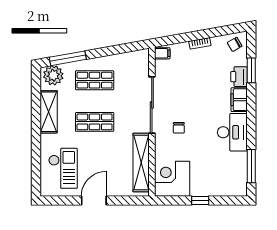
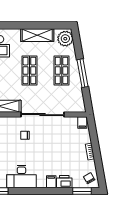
window: (68, 58) -> (83, 73), moved
window: (251, 70) -> (82, 191), moved
filing cabinet: (239, 100) -> (51, 182), width x0.50

